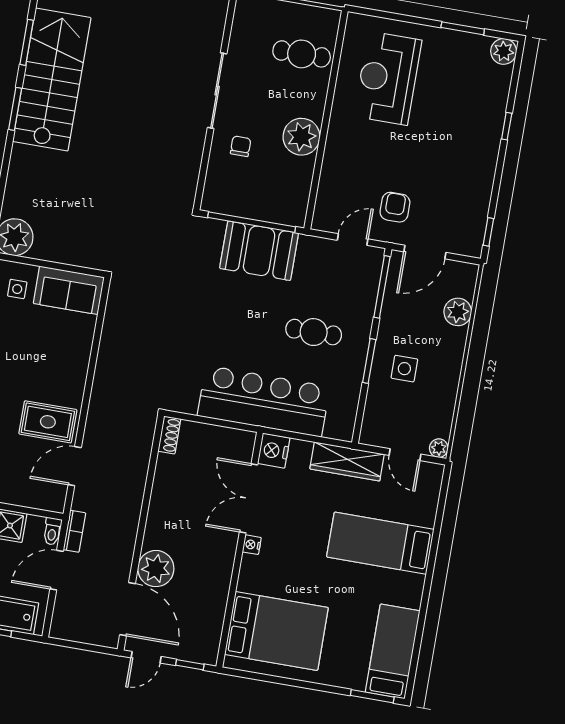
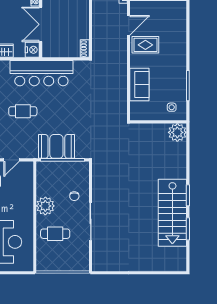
cafe table: (302, 54) -> (55, 234), moved
sofa: (69, 290) -> (139, 84), moved, turned 90
double door: (248, 498) -> (41, 24), swing flipped

